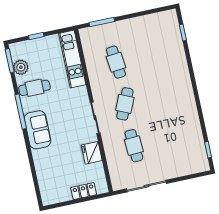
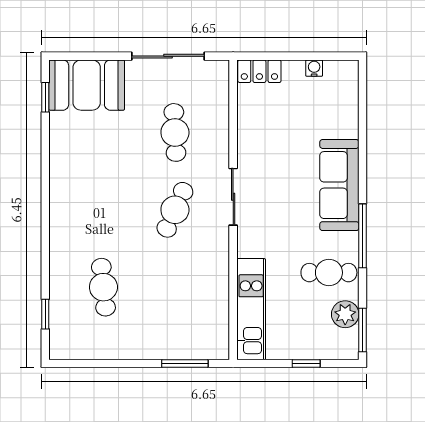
cafe table: (116, 62) -> (103, 287), moved
sofa: (38, 130) -> (339, 185), width x1.36
fridge: (92, 153) -> (252, 136), removed
booth: (187, 161) -> (87, 85), added
locker: (84, 191) -> (259, 71), moved
water cooler: (66, 197) -> (314, 68), added

